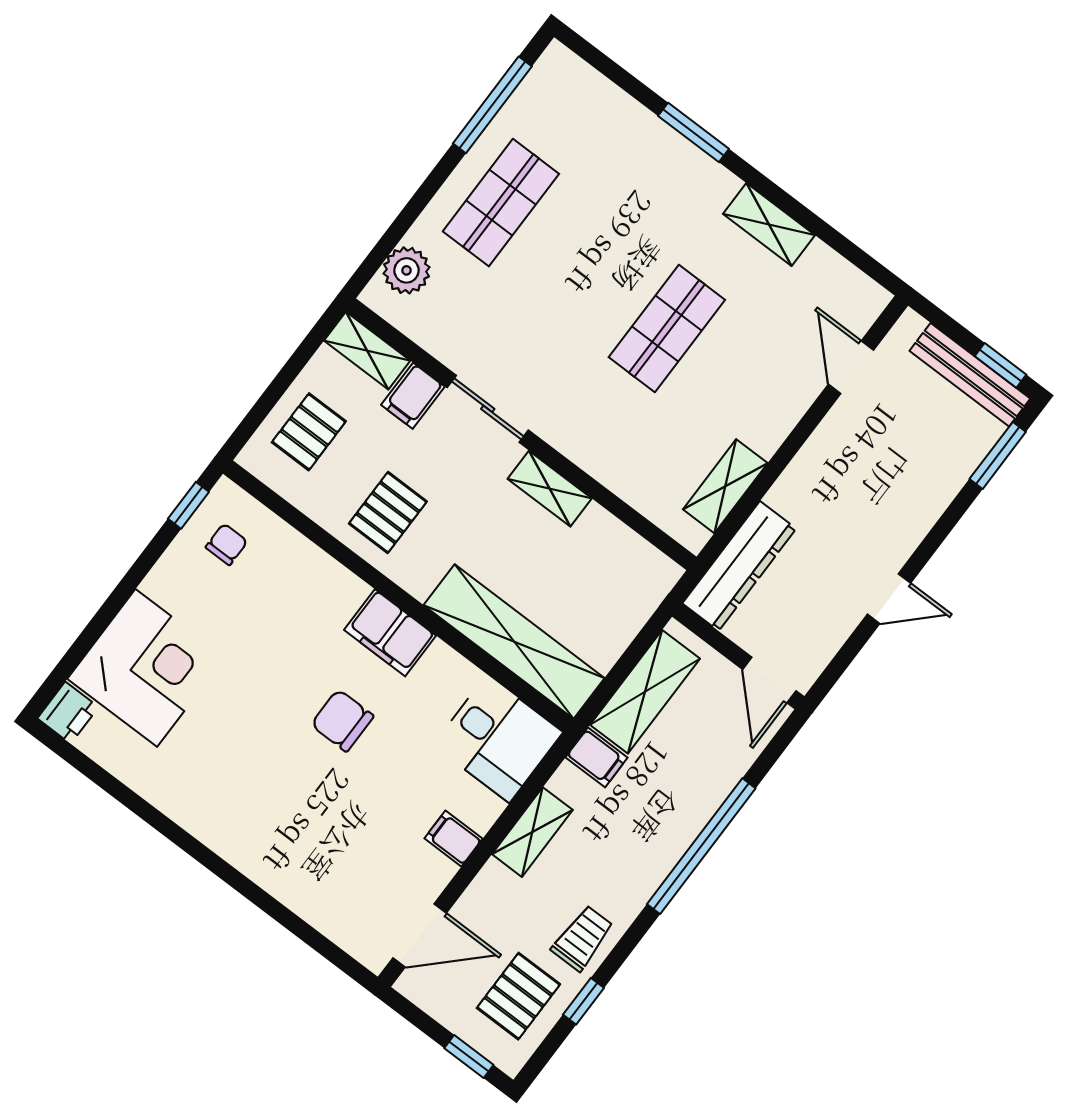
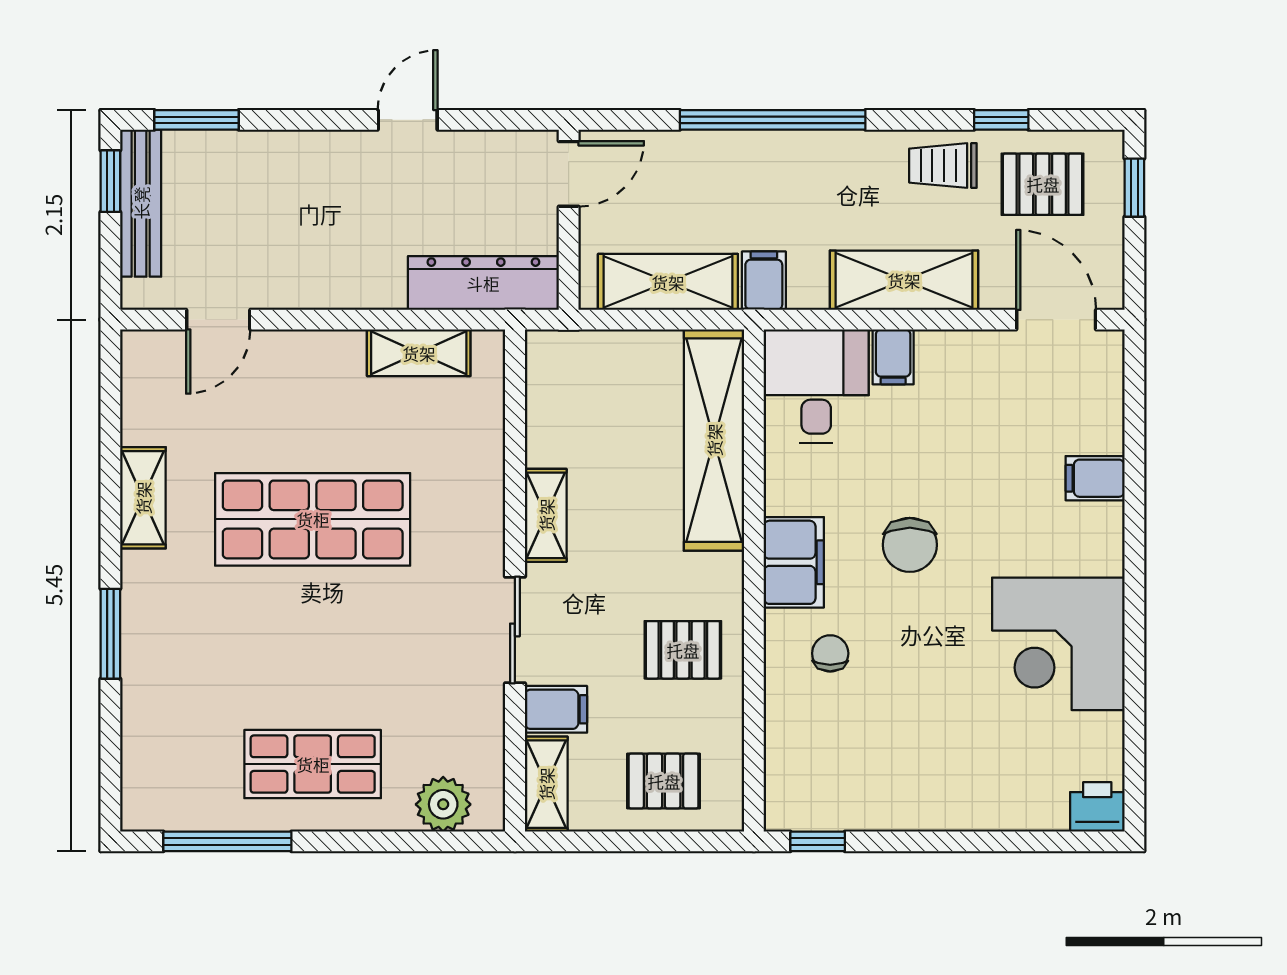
shop shelf: (667, 329) -> (313, 519), width x1.43, depth x1.36
chair: (227, 544) -> (830, 653), moved, turned 90
door: (889, 599) -> (408, 120), hinge flipped
corner desk: (146, 668) -> (1058, 644), moved, turned -90
shelving: (532, 832) -> (904, 280), width x1.50, depth x1.33
filing cabinet: (453, 839) -> (893, 357), moved
filing cabinet: (292, 880) -> (1095, 478), added

